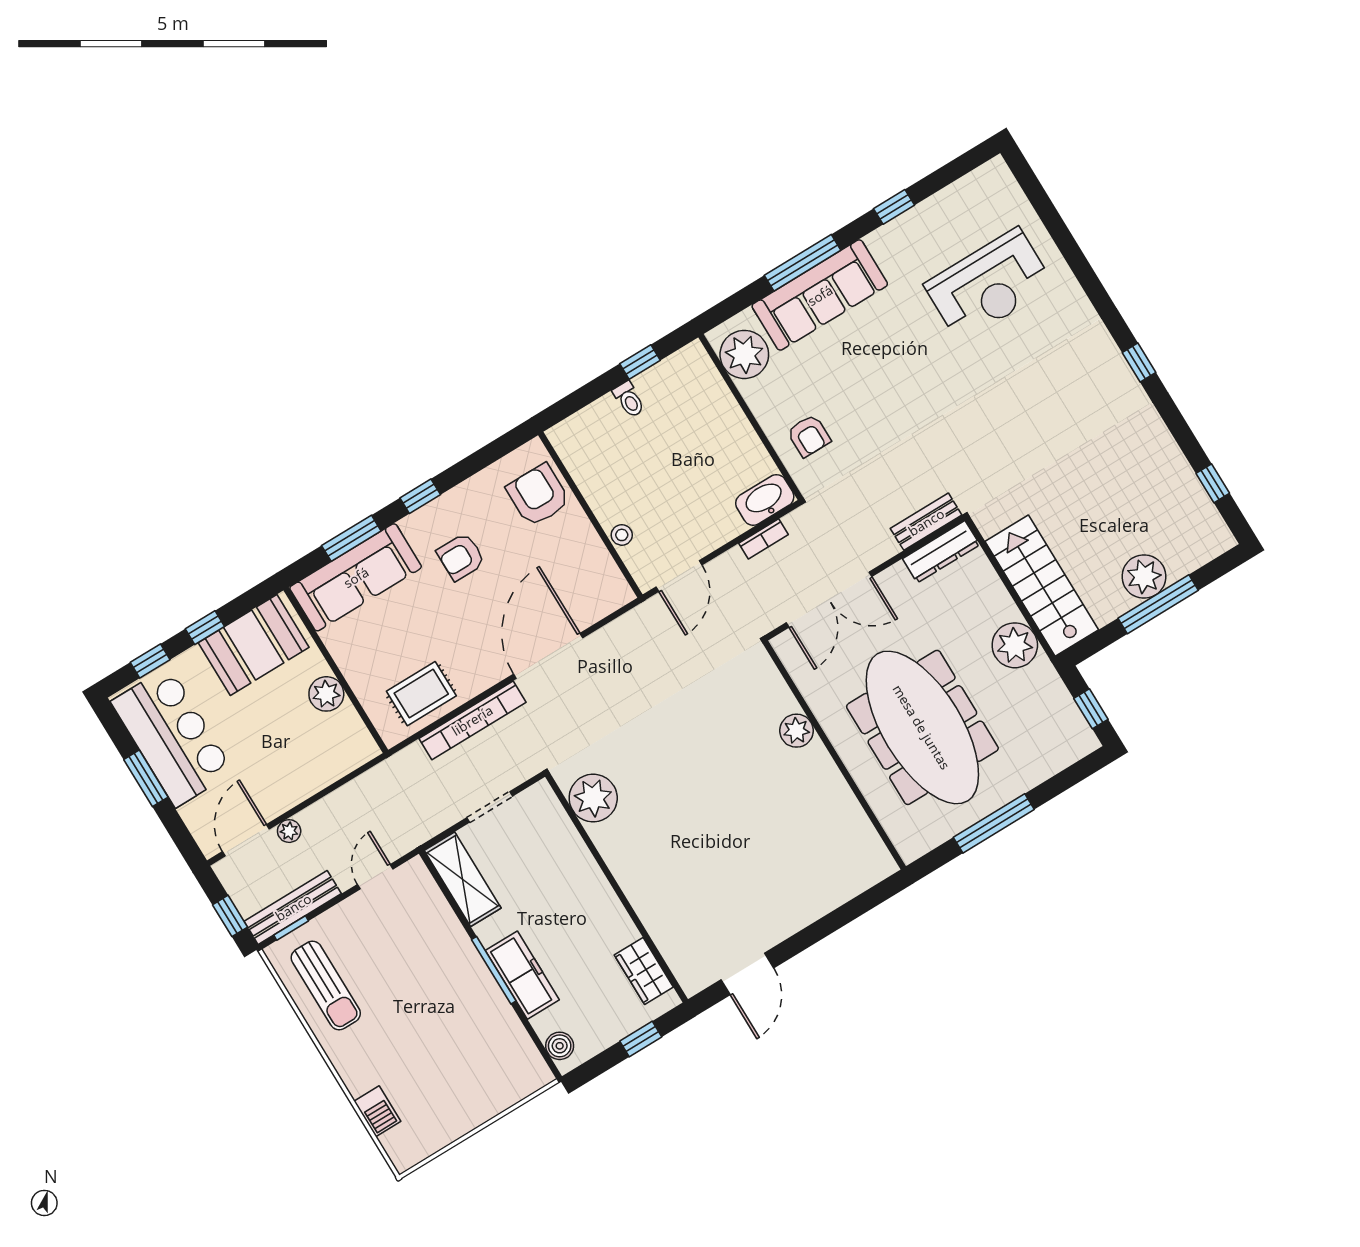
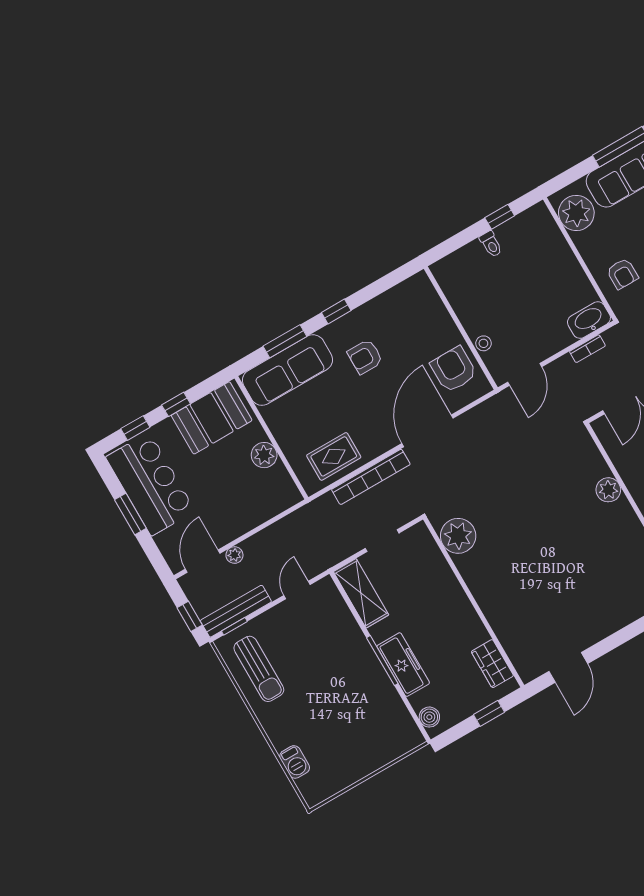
armchair: (538, 495) -> (454, 369), moved

